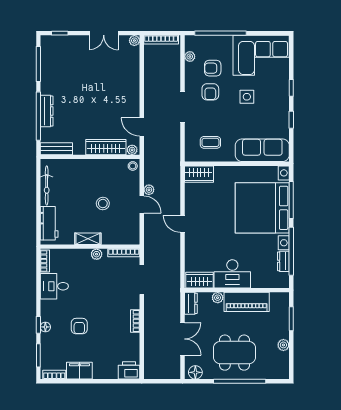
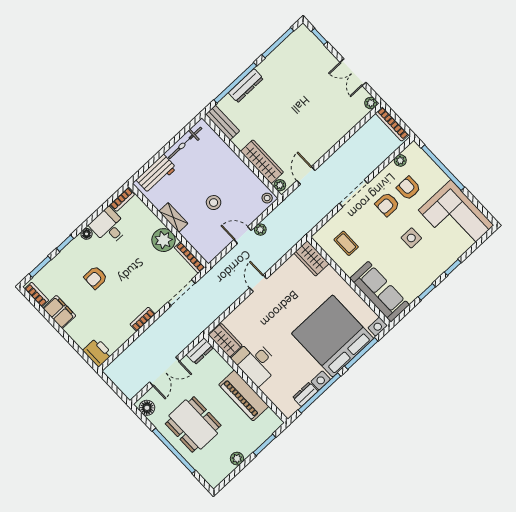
door: (142, 204) -> (243, 235), swing flipped
plant: (97, 254) -> (163, 240), width x1.88, depth x1.88
plant: (218, 298) -> (225, 368), removed
floor lamp: (45, 327) -> (87, 234), moved

